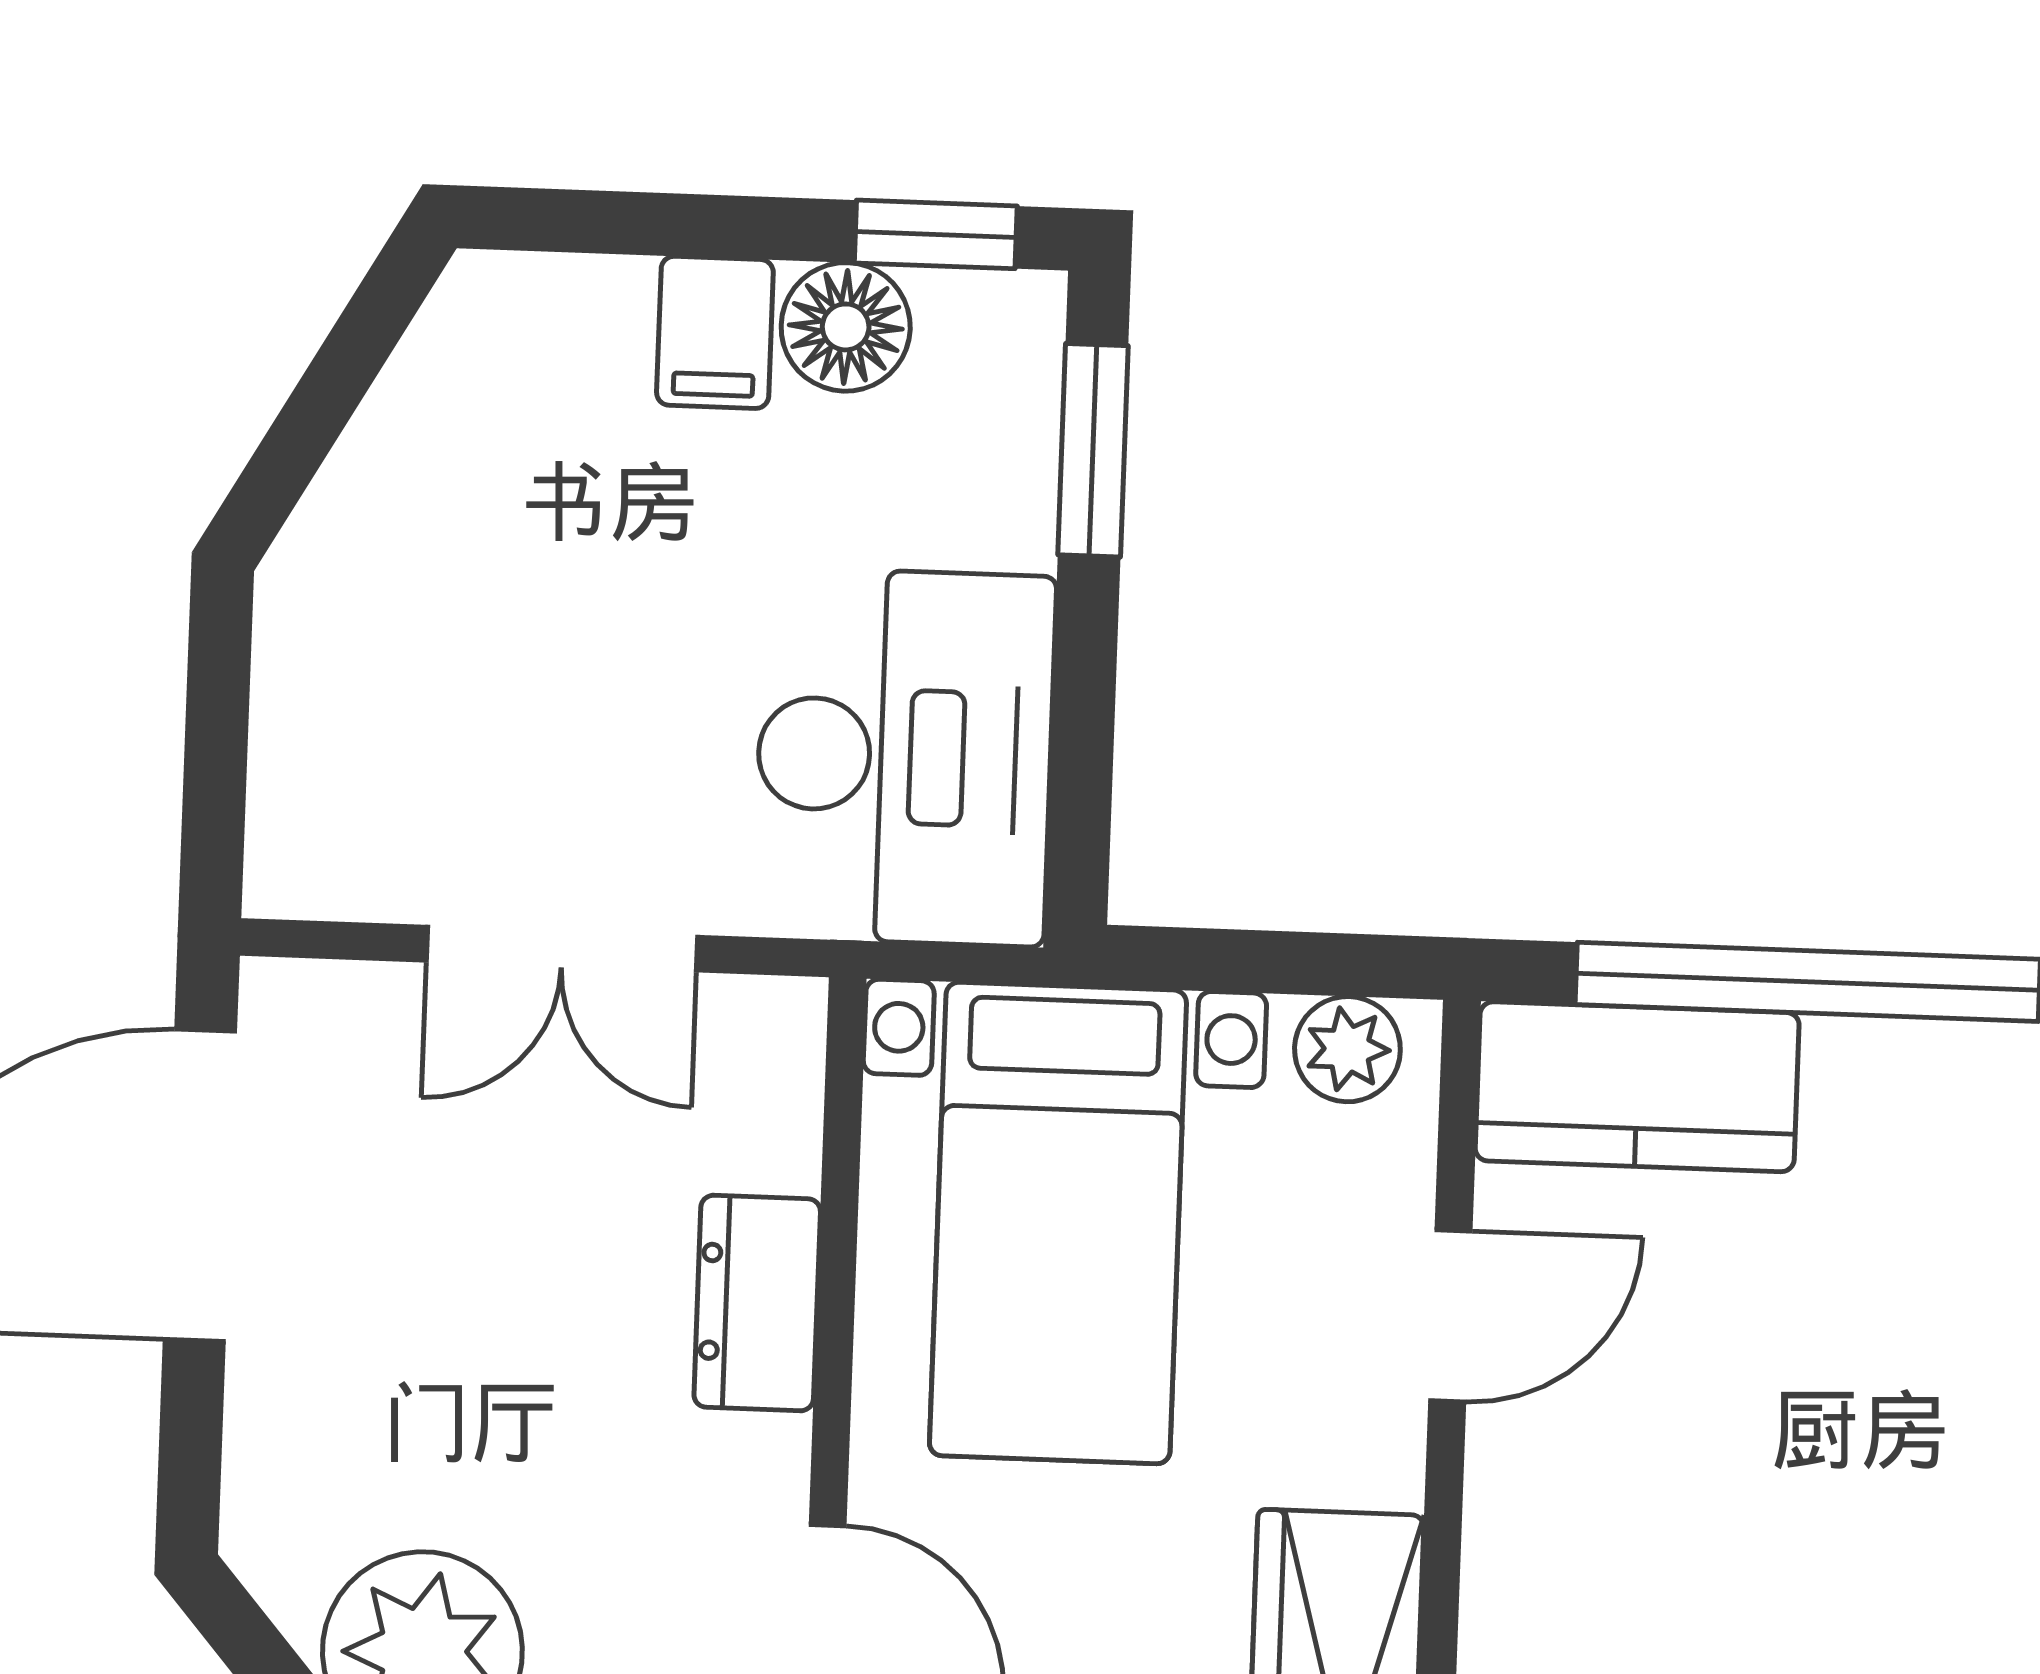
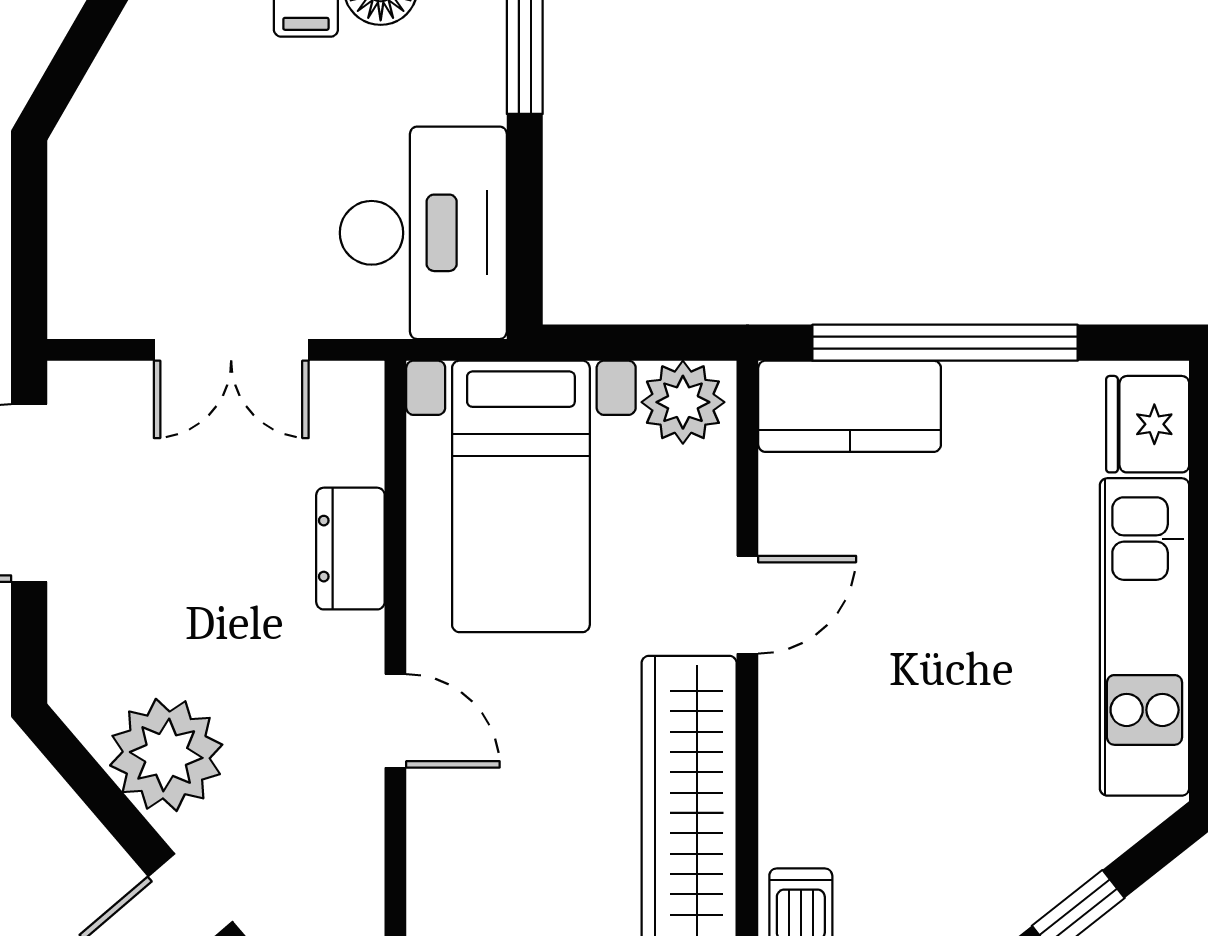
plant: (1347, 1049) -> (683, 402), width x1.38, depth x1.38
door: (1450, 1316) -> (747, 605), moved

